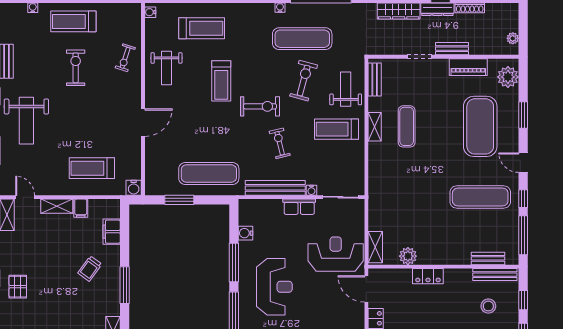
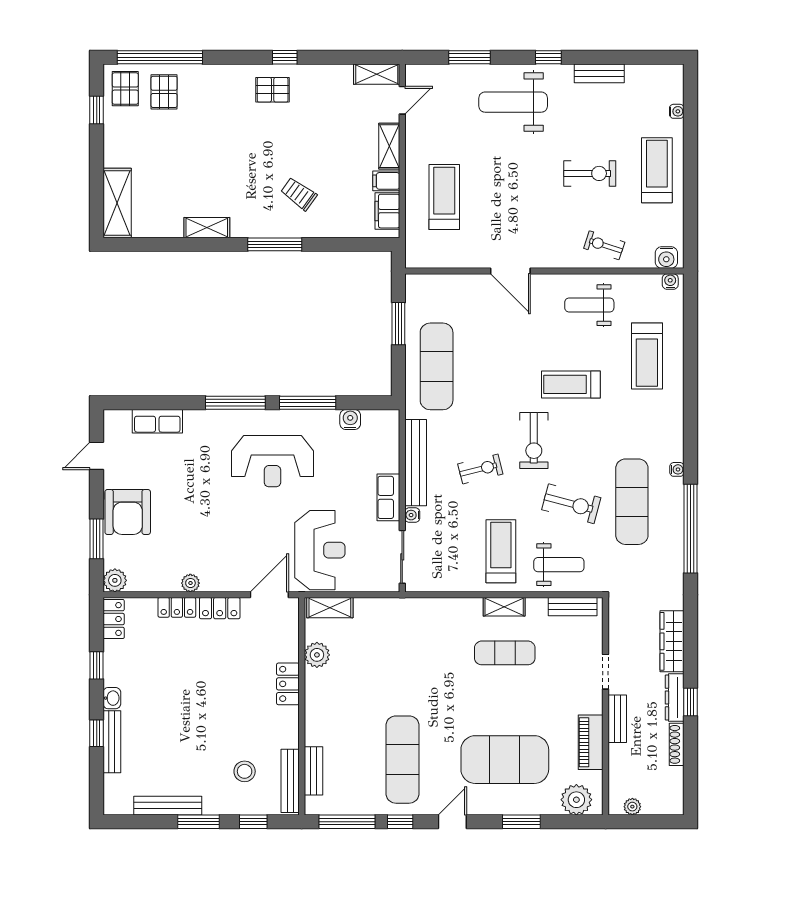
water cooler: (134, 188) -> (666, 257), moved, turned -90
filing cabinet: (112, 232) -> (387, 211), moved, turned -90

